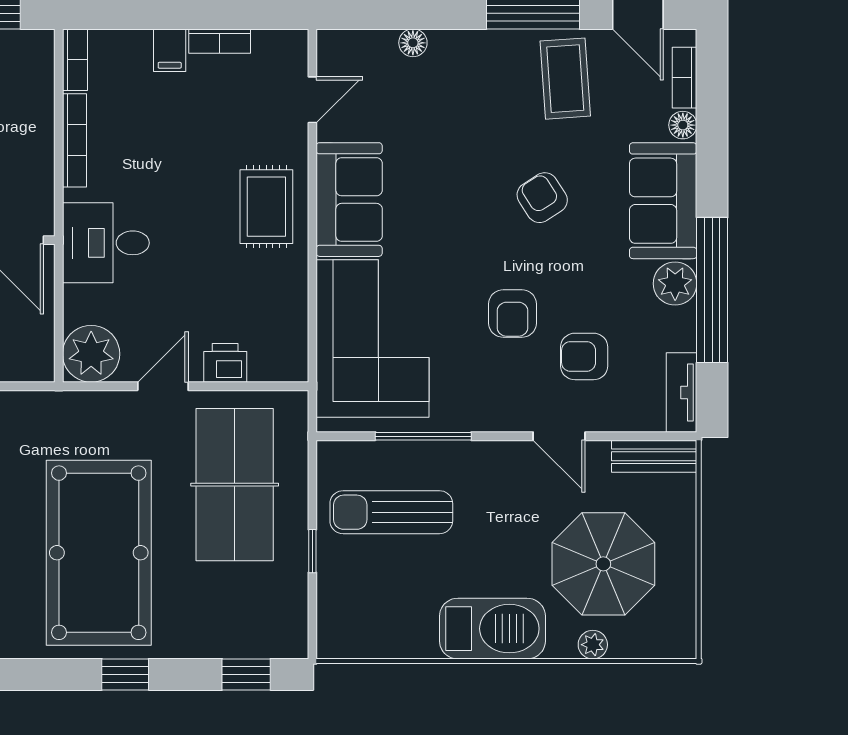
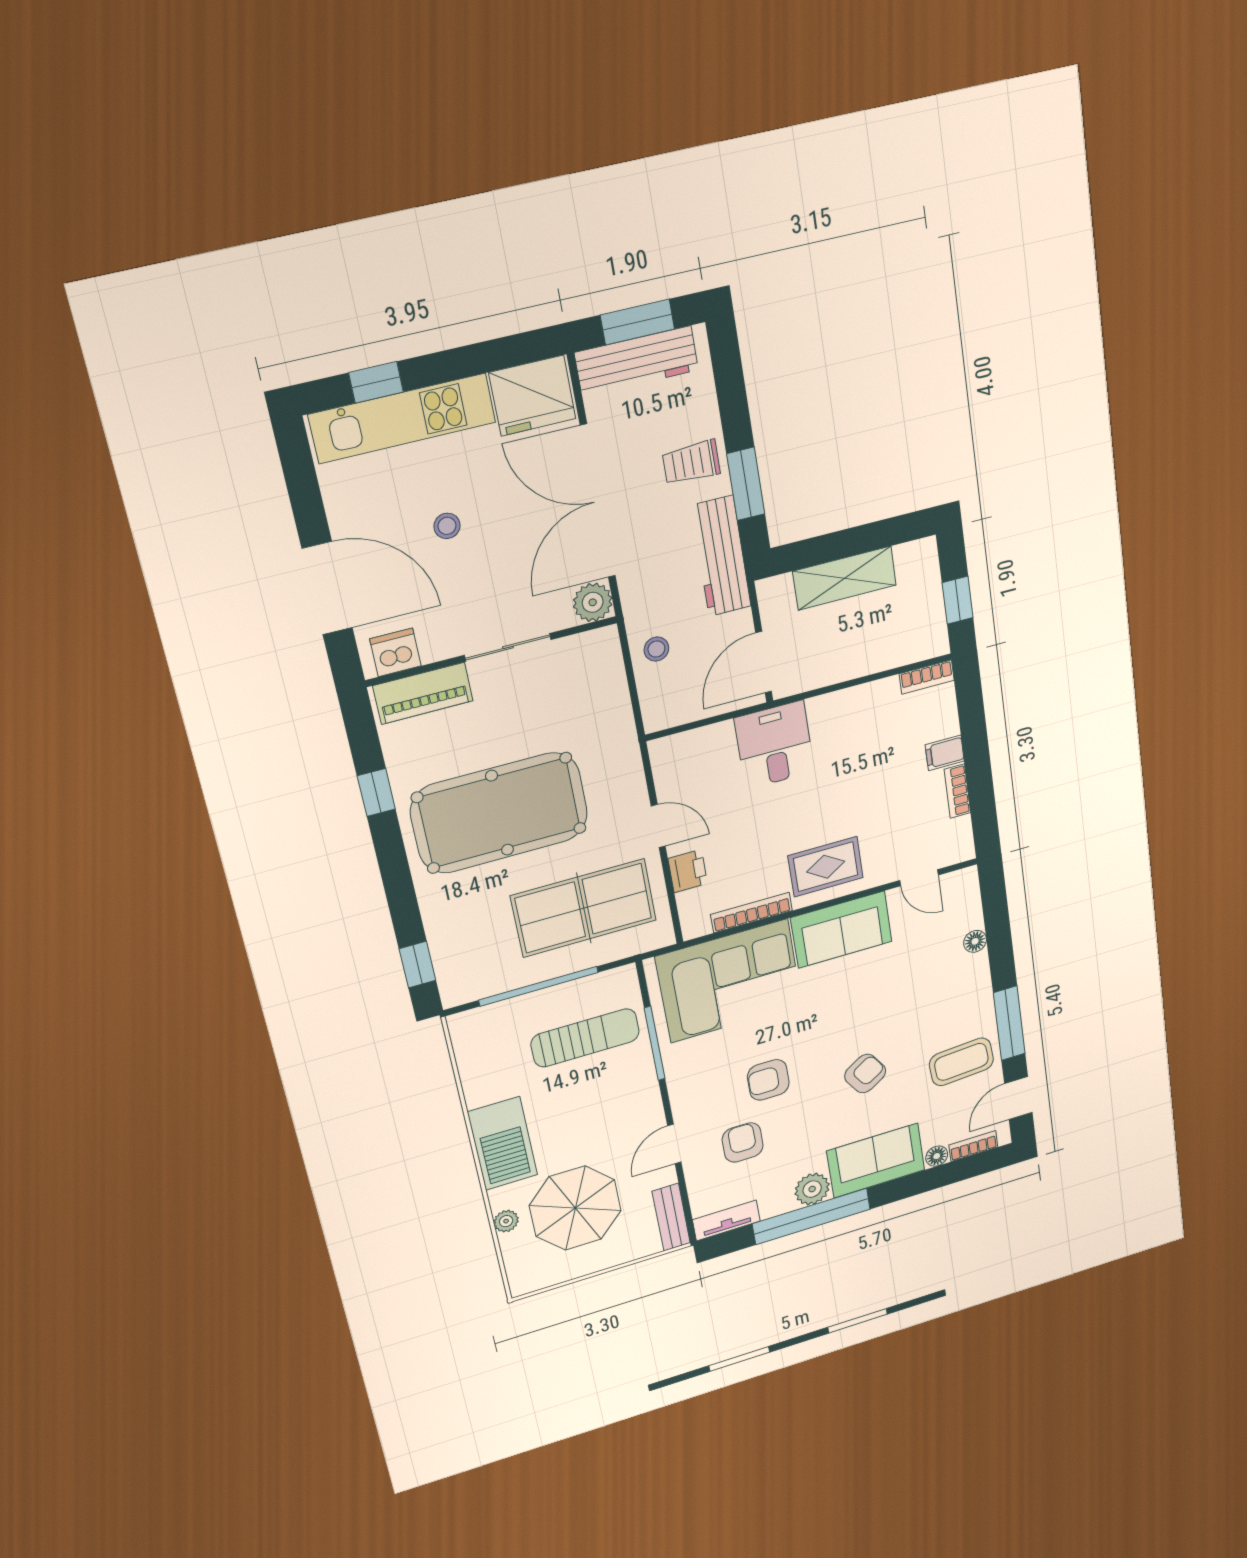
bookcase: (75, 140) -> (752, 913), moved, turned 180
plant: (91, 354) -> (676, 759), removed
sun lounger: (391, 512) -> (585, 1038), turned 90
window: (312, 551) -> (539, 986), width x3.17
window: (125, 674) -> (376, 792), moved

